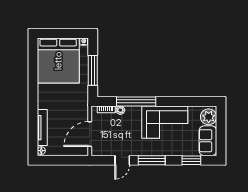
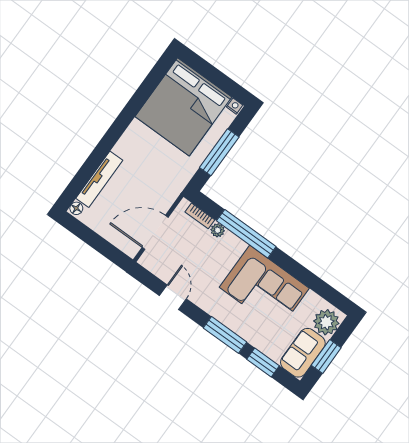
window: (221, 134) -> (326, 356), added
door: (122, 160) -> (173, 297), swing flipped
window: (152, 160) -> (225, 335), moved

